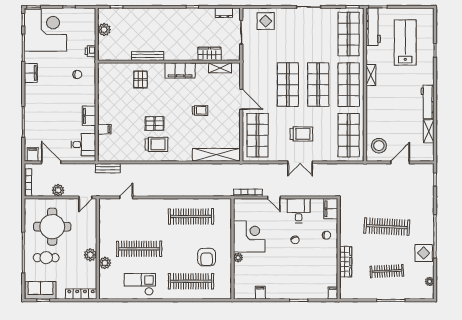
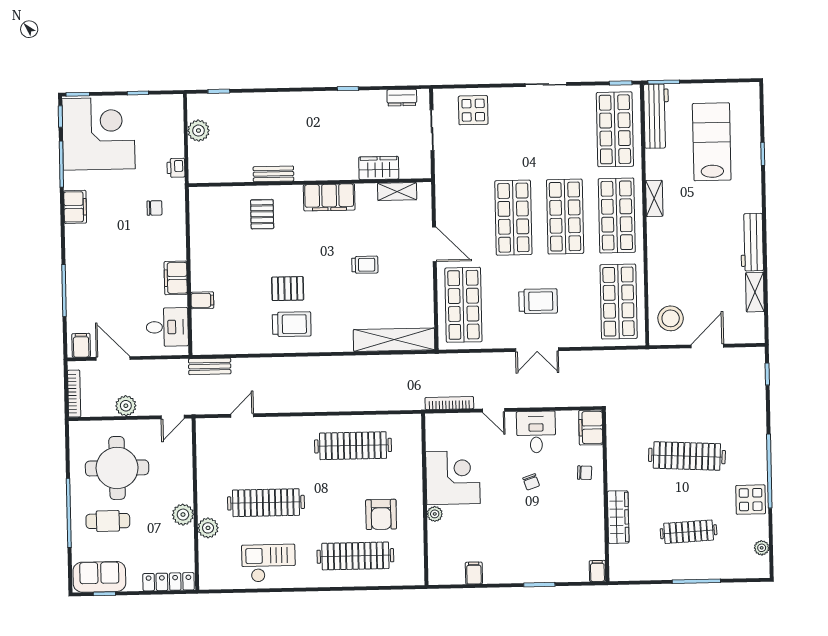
bench: (148, 56) -> (273, 174), width x0.73

